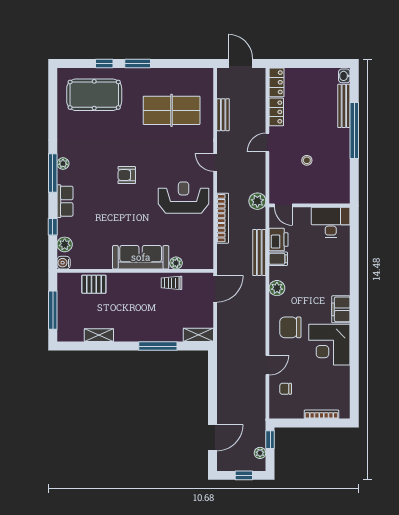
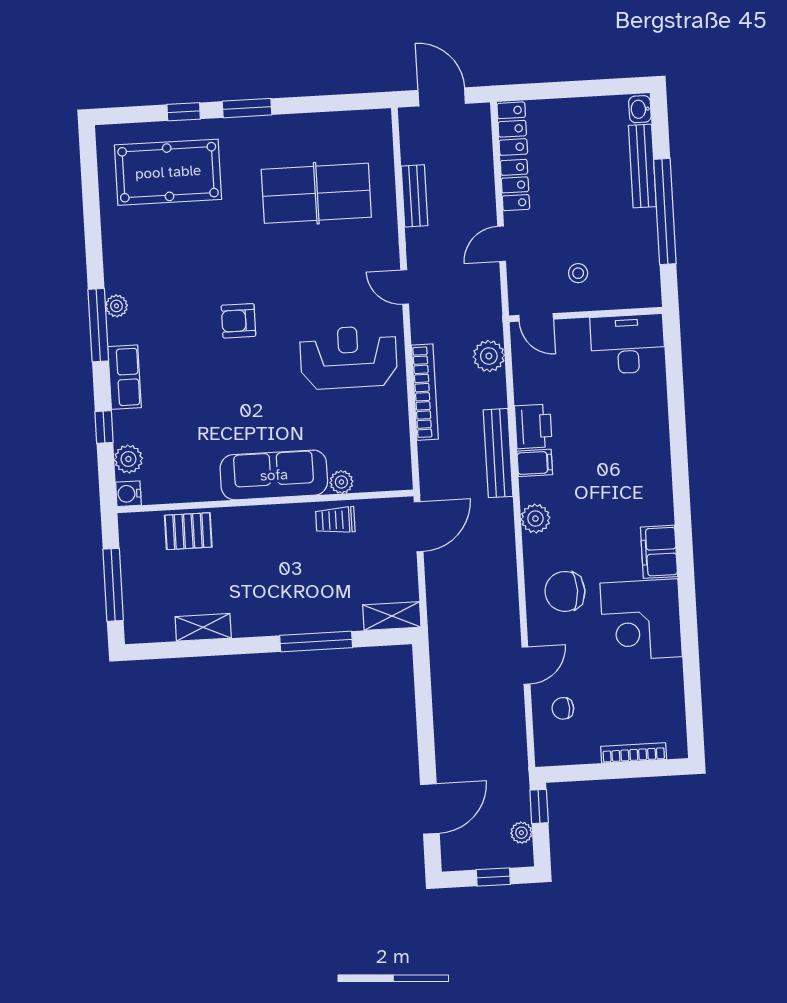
door: (283, 205) -> (536, 317), moved
wall: (310, 205) -> (586, 314), moved
desk: (331, 222) -> (628, 344), moved

